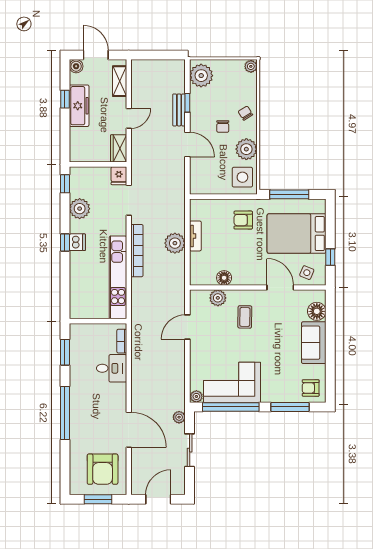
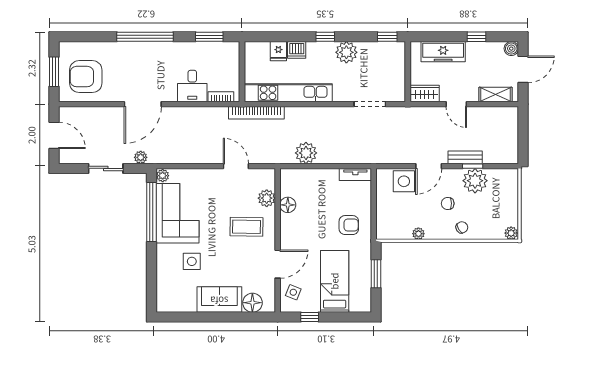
plant: (201, 76) -> (475, 181), moved
freezer: (79, 106) -> (443, 52), moved
plant: (246, 149) -> (418, 234), width x0.53, depth x0.53
fridge: (119, 176) -> (278, 51), moved, turned -90
side table: (242, 177) -> (404, 181), moved
window: (289, 194) -> (376, 274), width x0.69
plant: (80, 209) -> (346, 52), moved
armchair: (243, 220) -> (349, 225), turned 90
bed: (297, 234) -> (335, 281), width x0.67
tv unit: (195, 236) -> (355, 175), moved
dishwasher: (77, 242) -> (297, 50), moved
plant: (175, 243) -> (306, 153), moved
bookcase: (137, 251) -> (256, 113), moved
coffee table: (245, 317) -> (246, 227), width x1.36, depth x1.30
side table: (278, 369) -> (192, 261), added
armchair: (311, 388) -> (171, 296), removed
window: (290, 407) -> (151, 274), removed
door: (129, 430) -> (143, 104), moved

